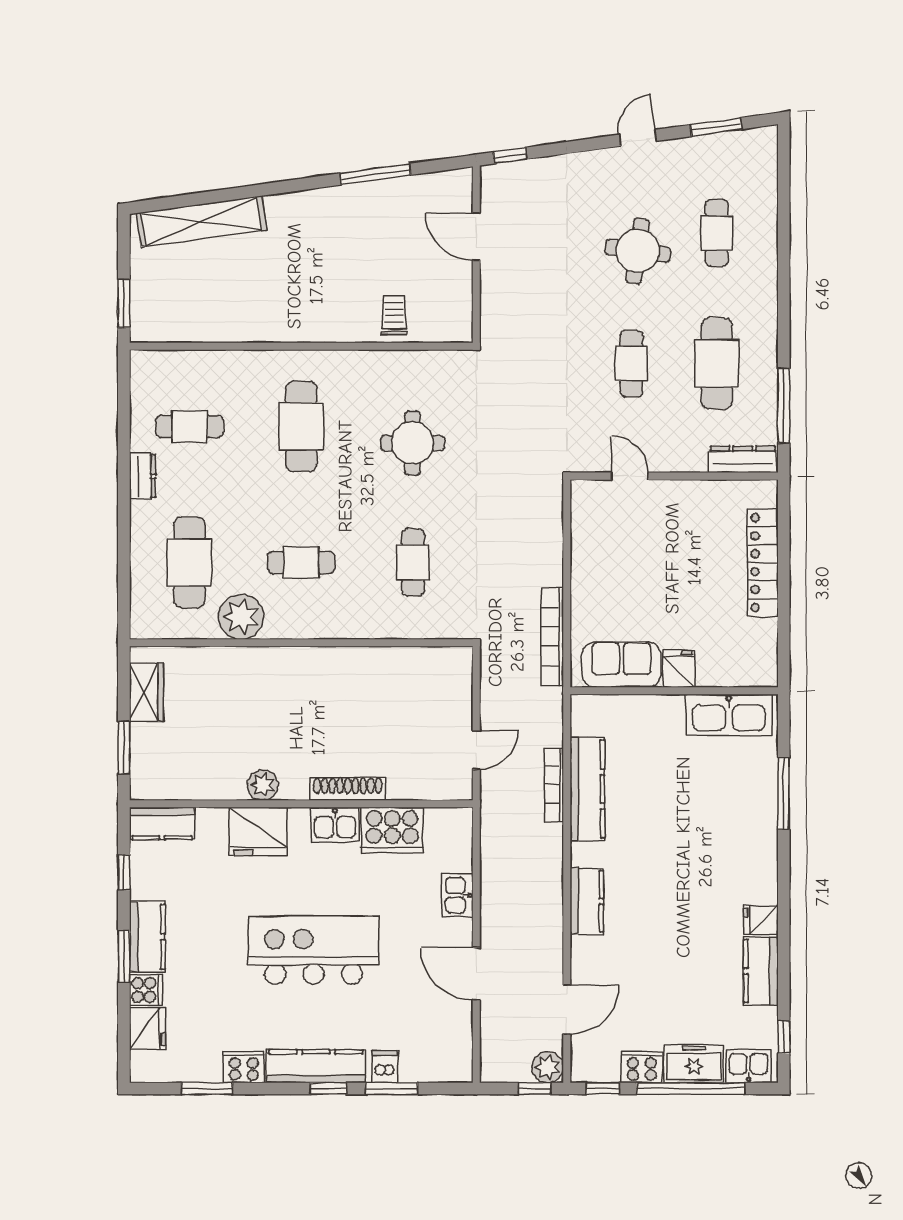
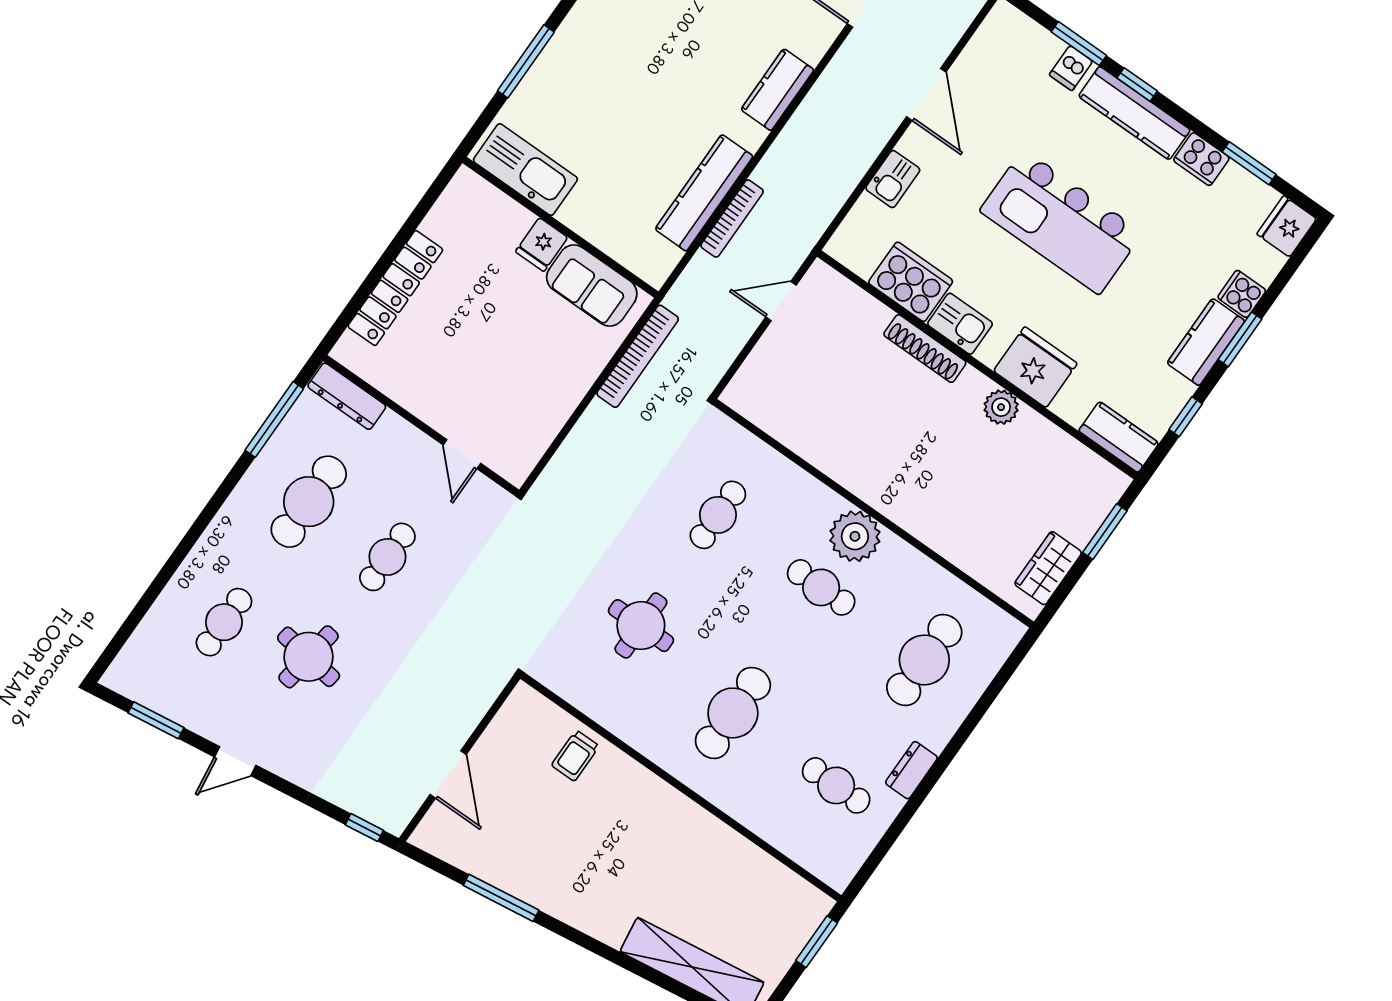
plant: (241, 617) -> (855, 536), moved
fridge: (148, 1029) -> (1287, 226), moved

